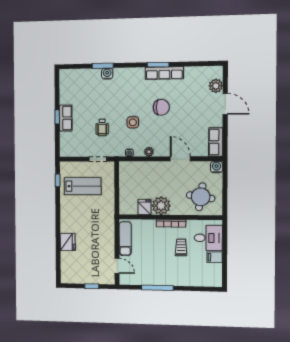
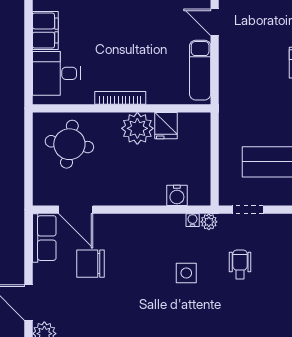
chair: (161, 107) -> (90, 264), moved
plant: (149, 152) -> (209, 222), moved
door: (180, 159) -> (76, 210), moved
water cooler: (217, 167) -> (177, 195), moved
trolley: (181, 247) -> (103, 56), removed
filing cabinet: (215, 257) -> (45, 31), width x2.00

